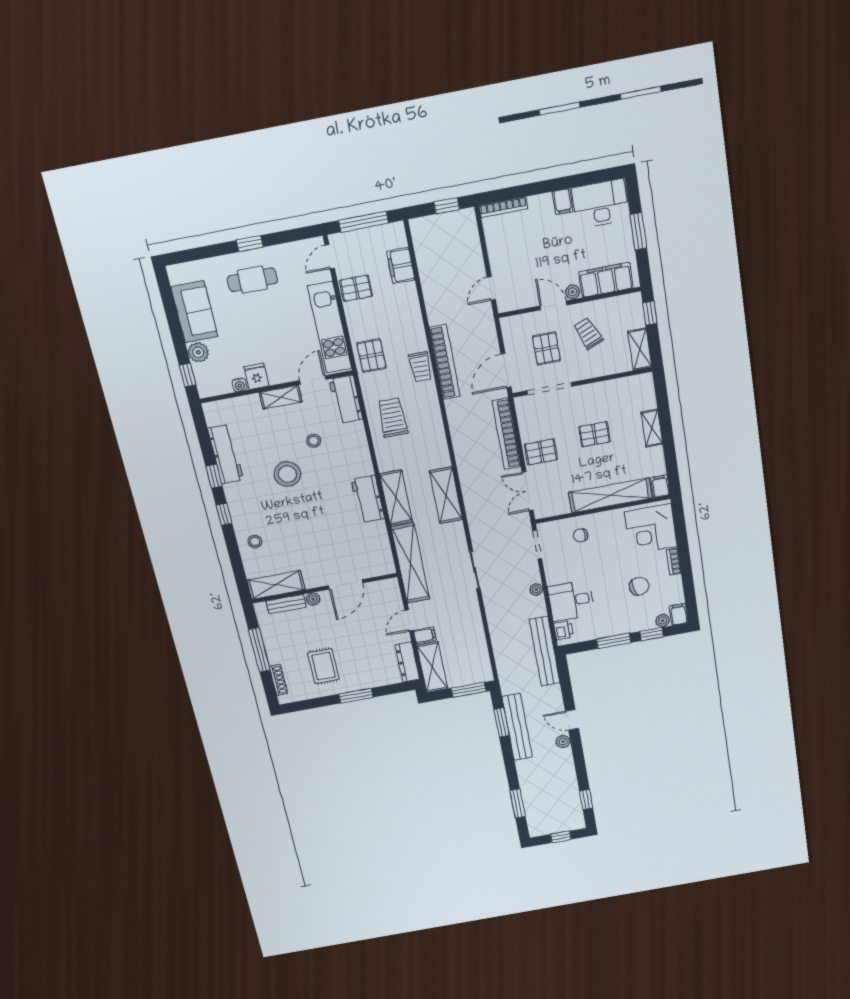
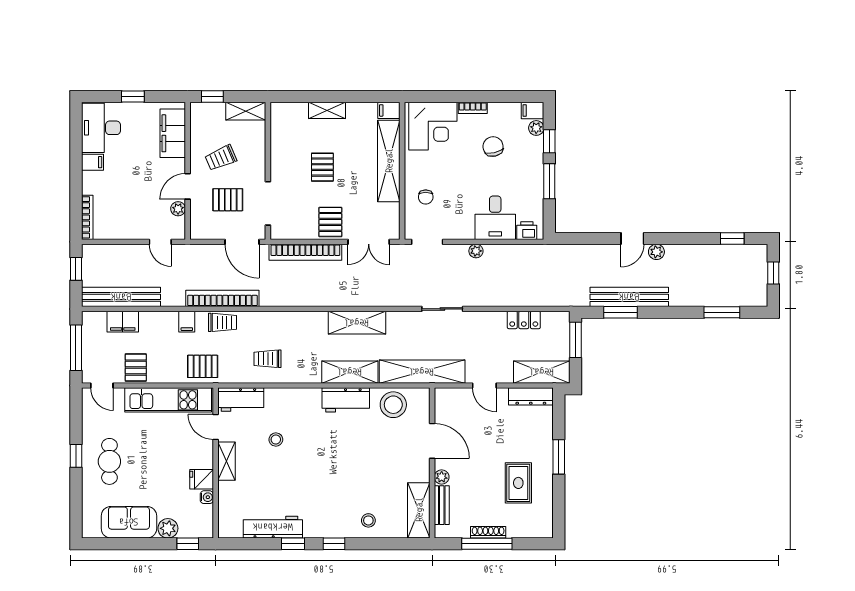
window: (638, 231) -> (133, 97), width x0.67
plant: (572, 292) -> (178, 209), moved
trolley: (393, 418) -> (267, 359), width x0.73, depth x0.72
stool: (287, 474) -> (393, 405), moved
filing cabinet: (425, 635) -> (187, 322), moved, turned 180
locker: (478, 643) -> (524, 320), added
bench: (545, 651) -> (121, 297), moved
rug: (323, 666) -> (518, 483), turned 90
shoe rack: (279, 680) -> (488, 532), moved

